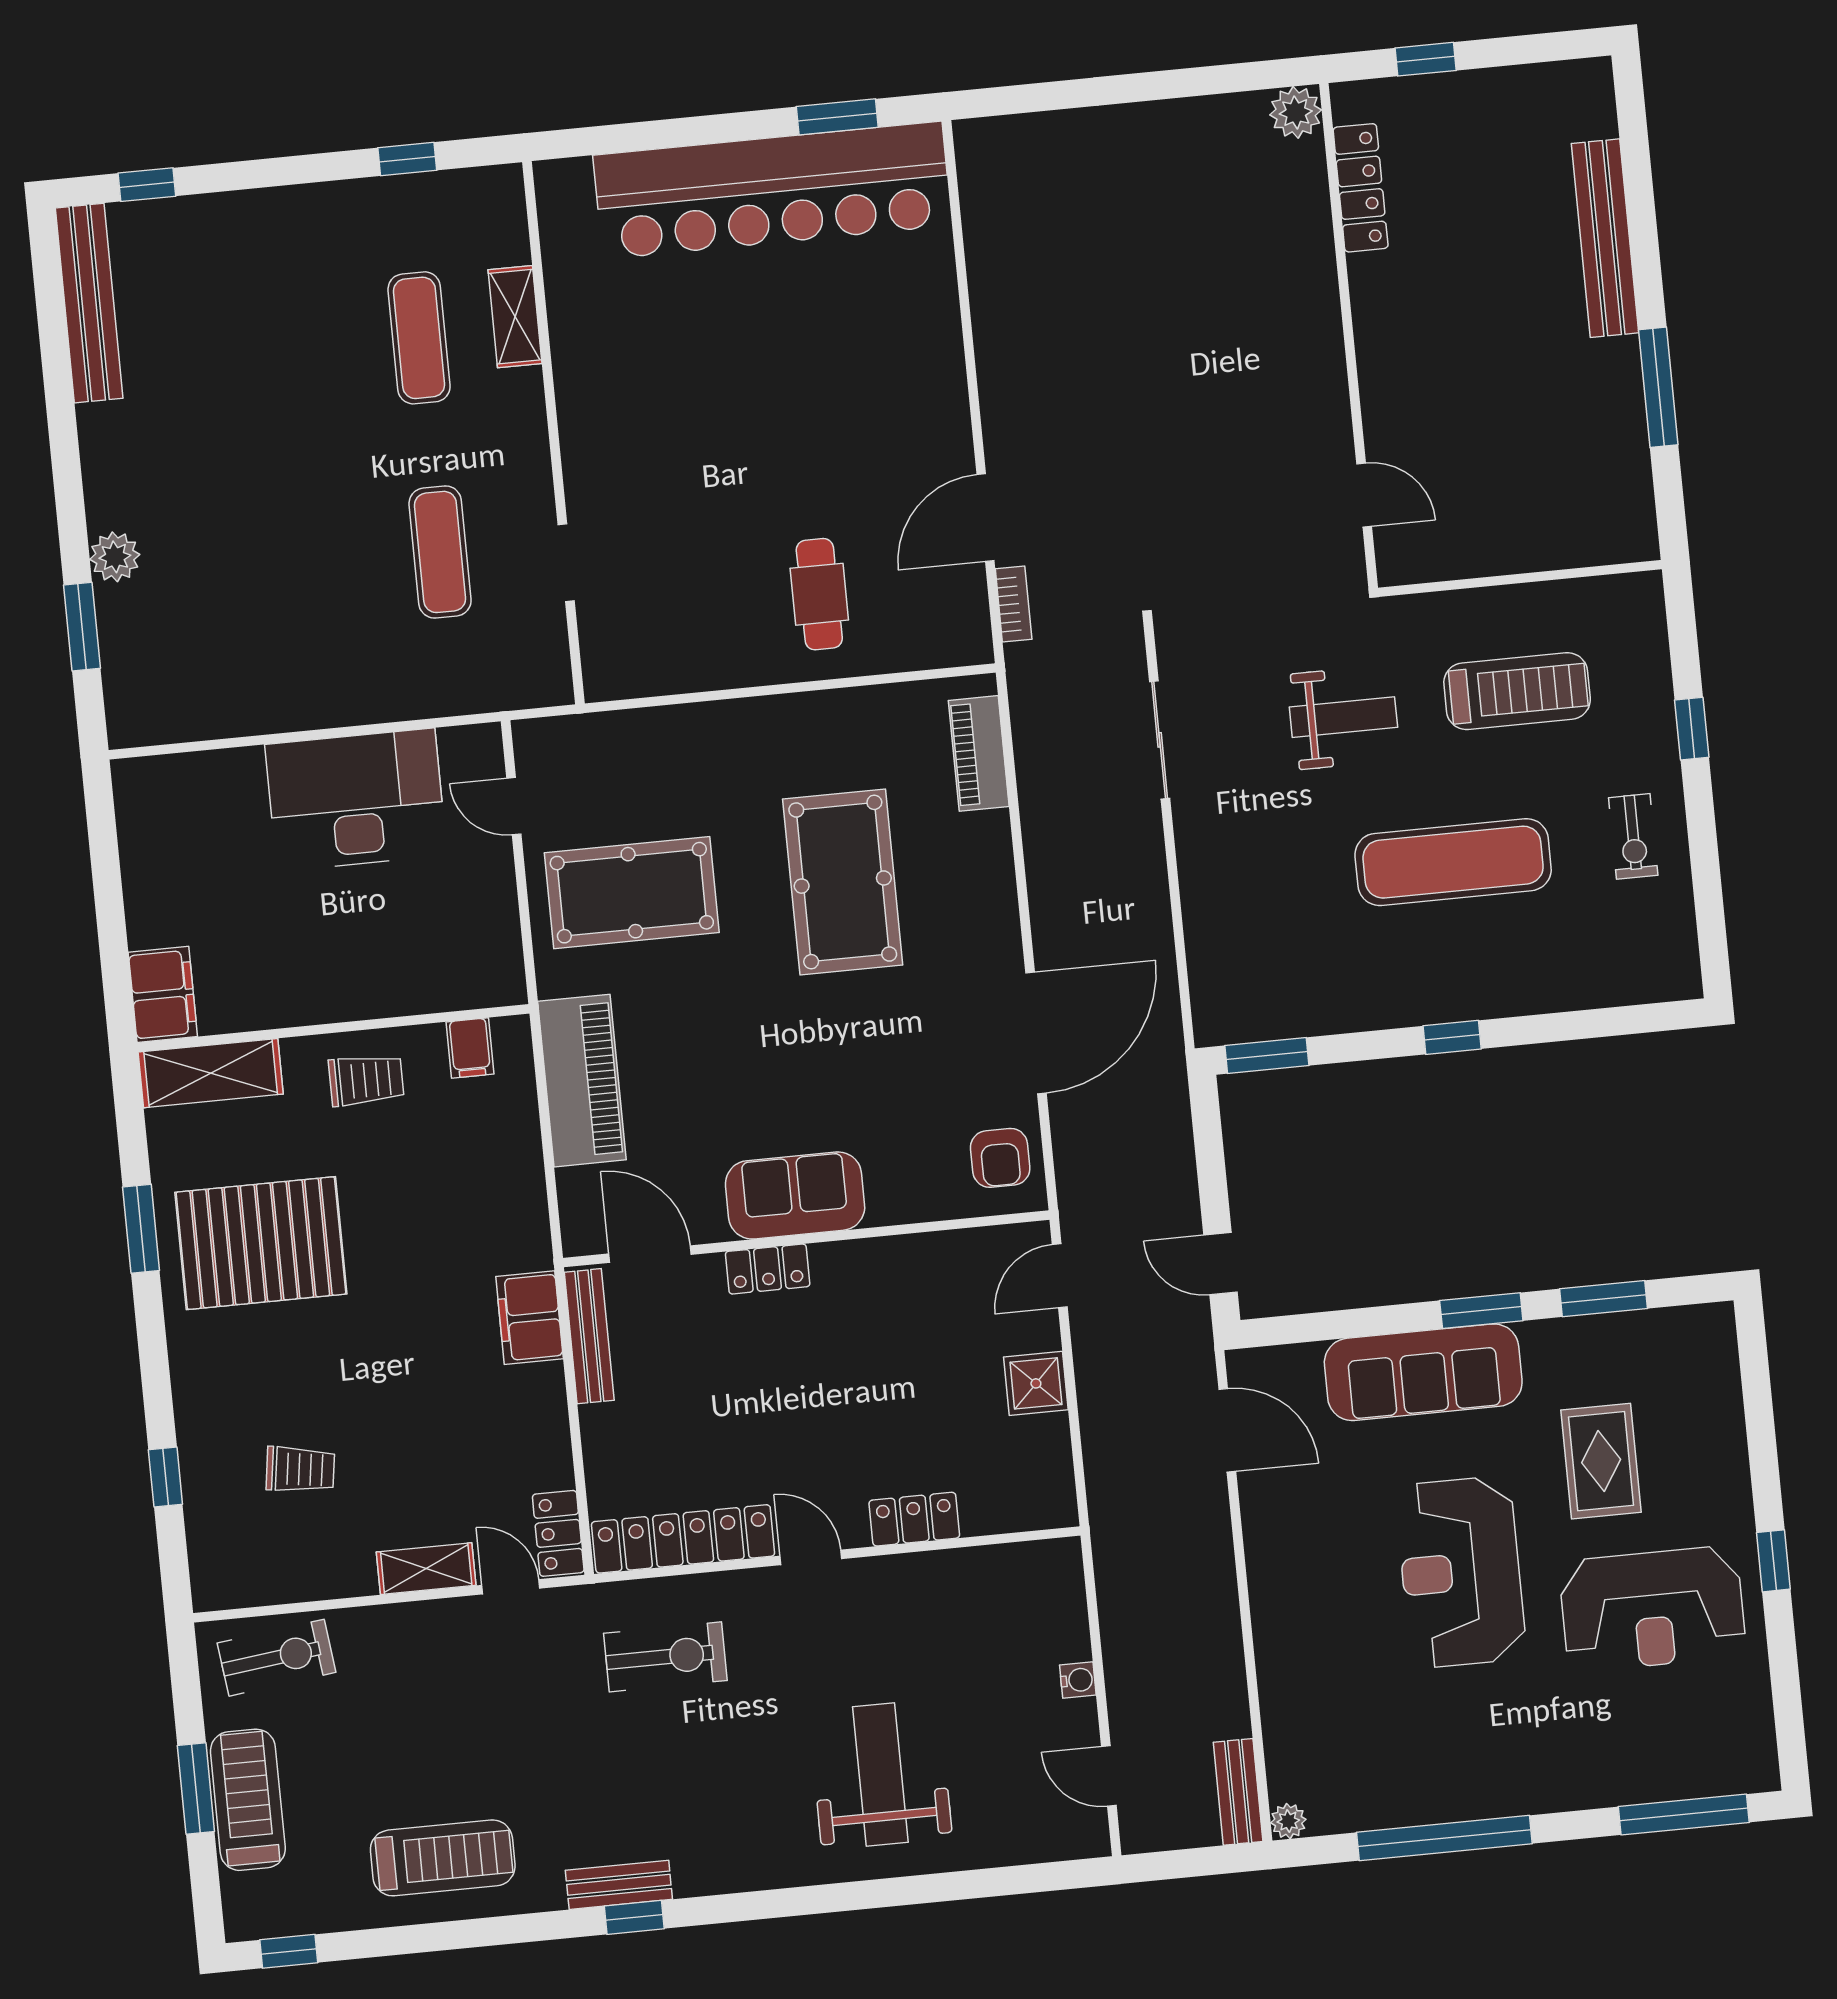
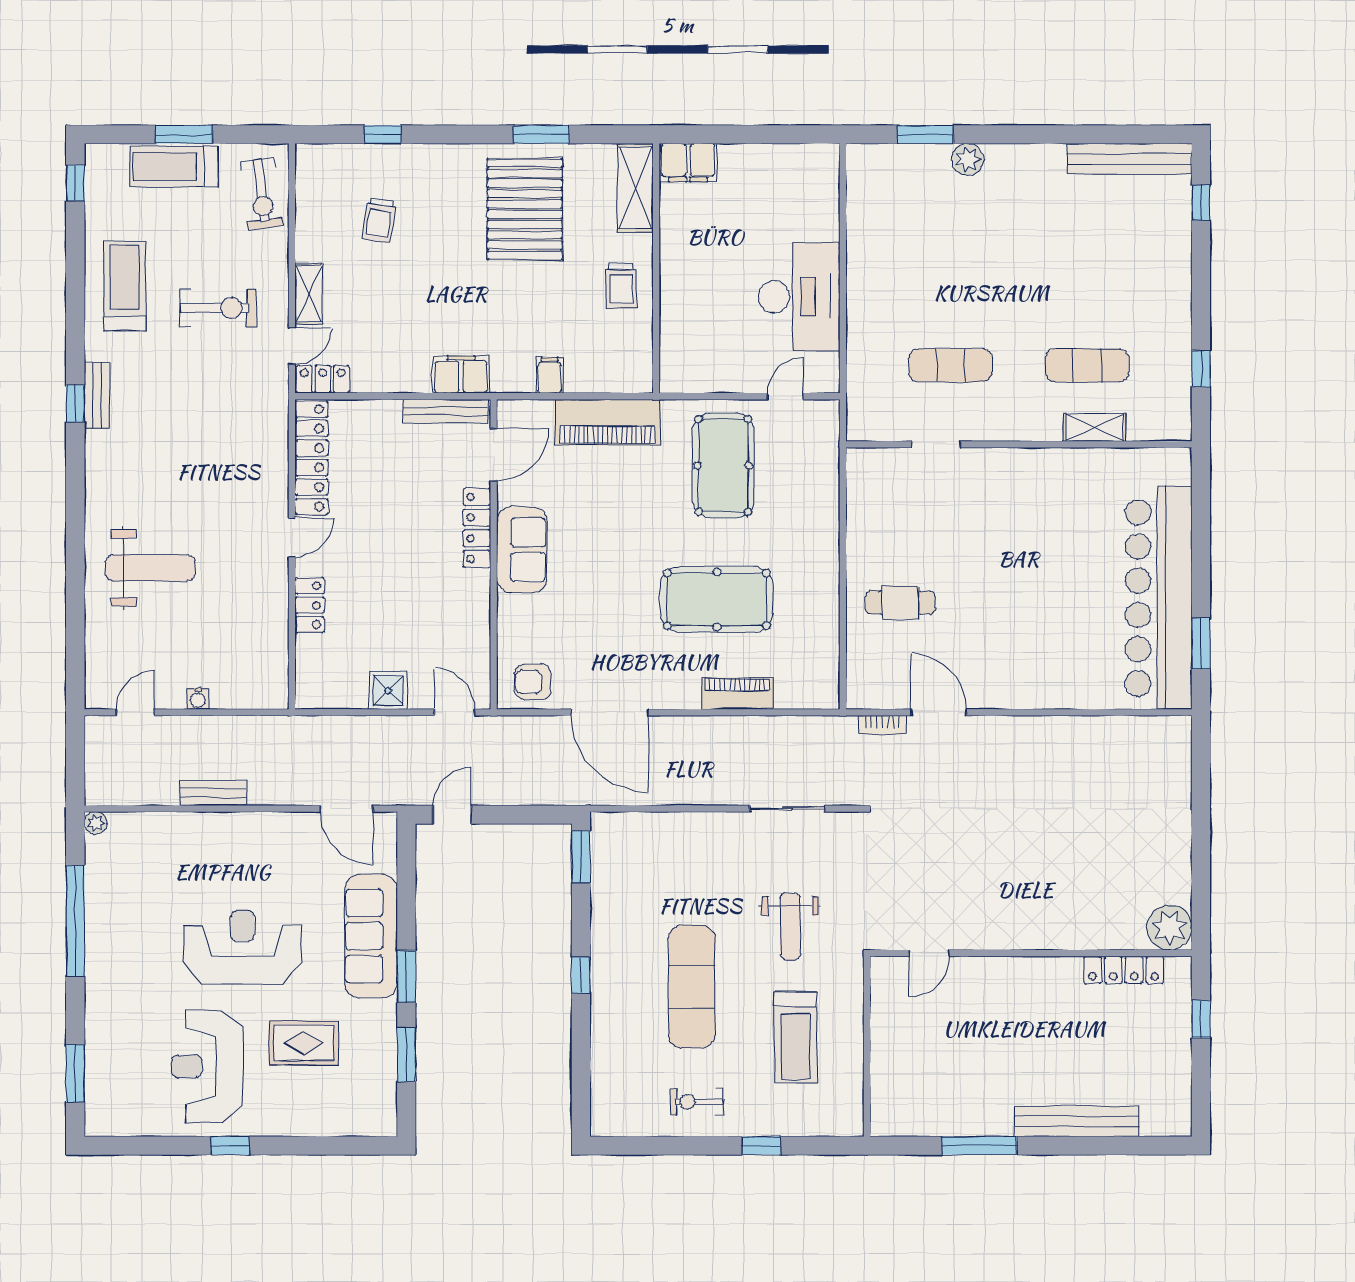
plant: (1296, 112) -> (1169, 927), width x1.36, depth x1.36
piano: (979, 753) -> (737, 693), moved
filing cabinet: (470, 1048) -> (550, 375), moved, turned 90
locker: (768, 1269) -> (477, 528), width x1.53
door: (1227, 1430) -> (346, 809), hinge flipped
exercise bike: (665, 1657) -> (218, 308), moved, turned -90
bench: (1238, 1792) -> (213, 793), moved
treadmill: (248, 1800) -> (174, 166), turned 180
window: (1684, 1815) -> (75, 1073), width x0.69
treadmill: (443, 1858) -> (125, 286), turned 180

